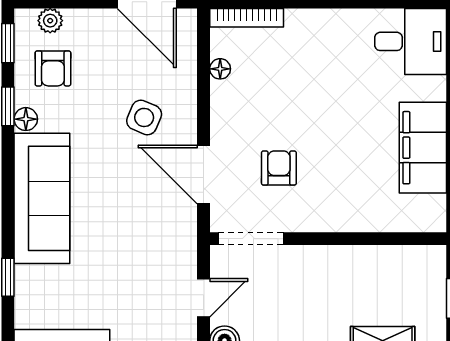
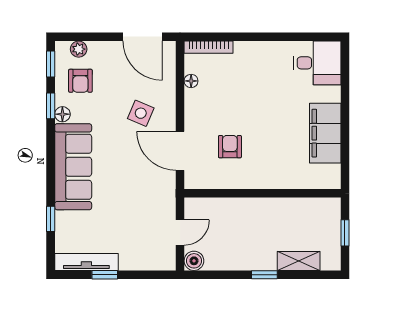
doorway: (251, 239) -> (211, 193), removed

